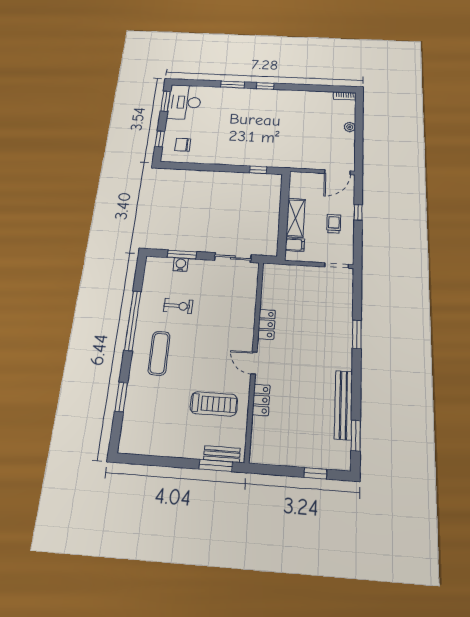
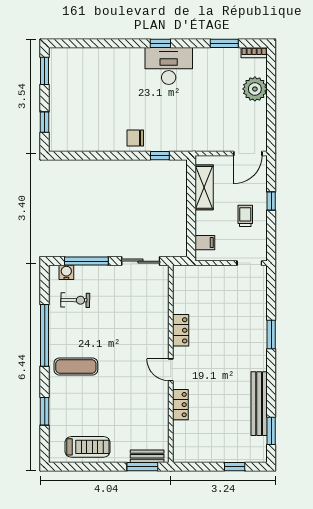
window: (233, 85) -> (224, 43), moved
desk: (184, 102) -> (169, 66), moved, turned 90
plant: (350, 127) -> (255, 89), width x1.87, depth x1.87
chair: (183, 145) -> (135, 138), moved
shelving: (296, 218) -> (204, 187), moved
window: (182, 255) -> (86, 261), width x1.44
water cooler: (181, 265) -> (66, 272), moved
exercise bike: (178, 306) -> (75, 300), moved
exercise mat: (159, 353) -> (76, 367), turned 90
treadmill: (214, 404) -> (87, 447), moved

